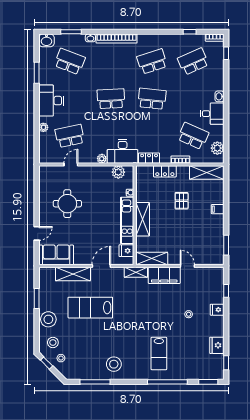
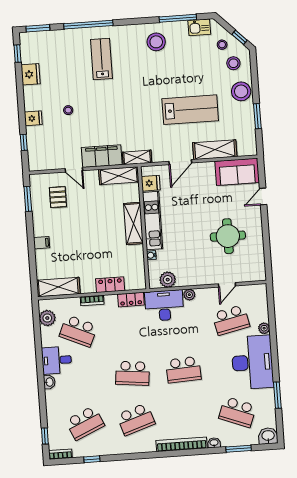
desk: (51, 101) -> (252, 362), width x1.36, depth x1.30
pallet: (182, 201) -> (58, 197), moved
kitchen sink: (78, 373) -> (199, 27), added

